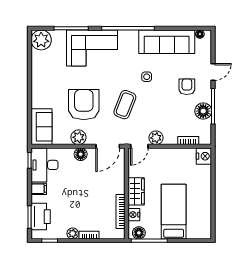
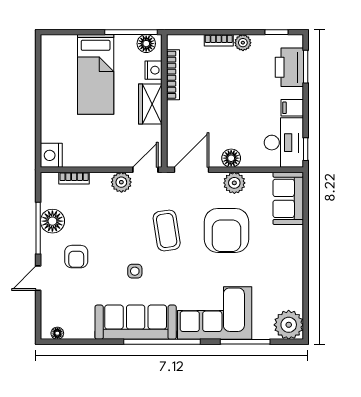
sofa: (167, 42) -> (136, 322), moved
coffee table: (125, 105) -> (167, 230), turned -30

